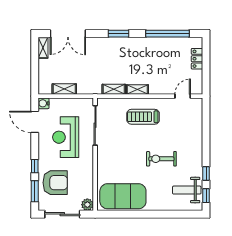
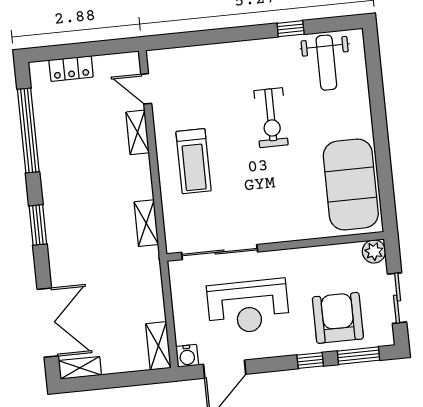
shelving: (64, 89) -> (158, 346), moved
shelving: (137, 90) -> (138, 132), moved
window: (206, 196) -> (333, 24), removed
sliding door: (62, 214) -> (397, 298), width x0.73

